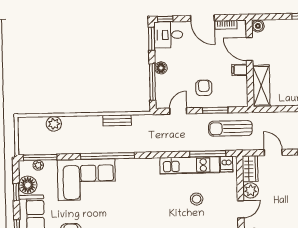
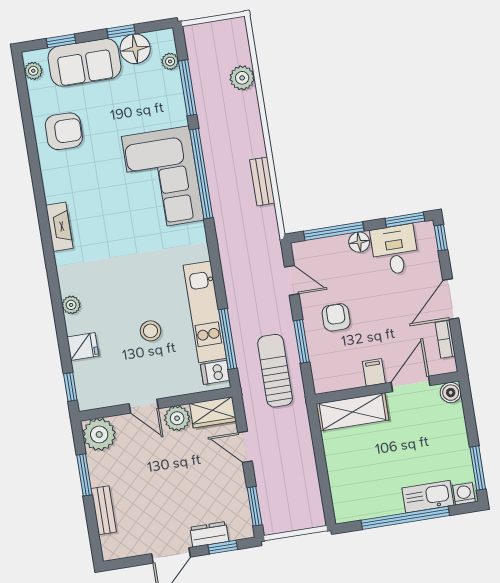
desk: (168, 35) -> (395, 250), moved
armchair: (204, 88) -> (336, 317), turned -90
door: (273, 152) -> (245, 447), swing flipped
window: (40, 157) -> (188, 88), moved
corner sofa: (86, 180) -> (163, 178), moved

